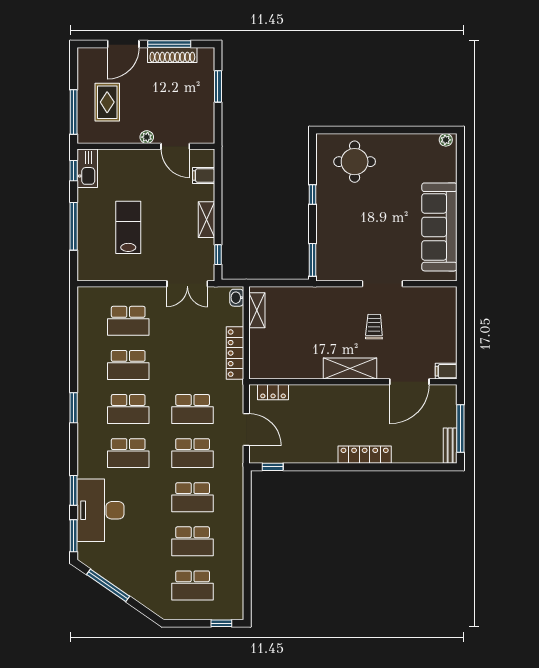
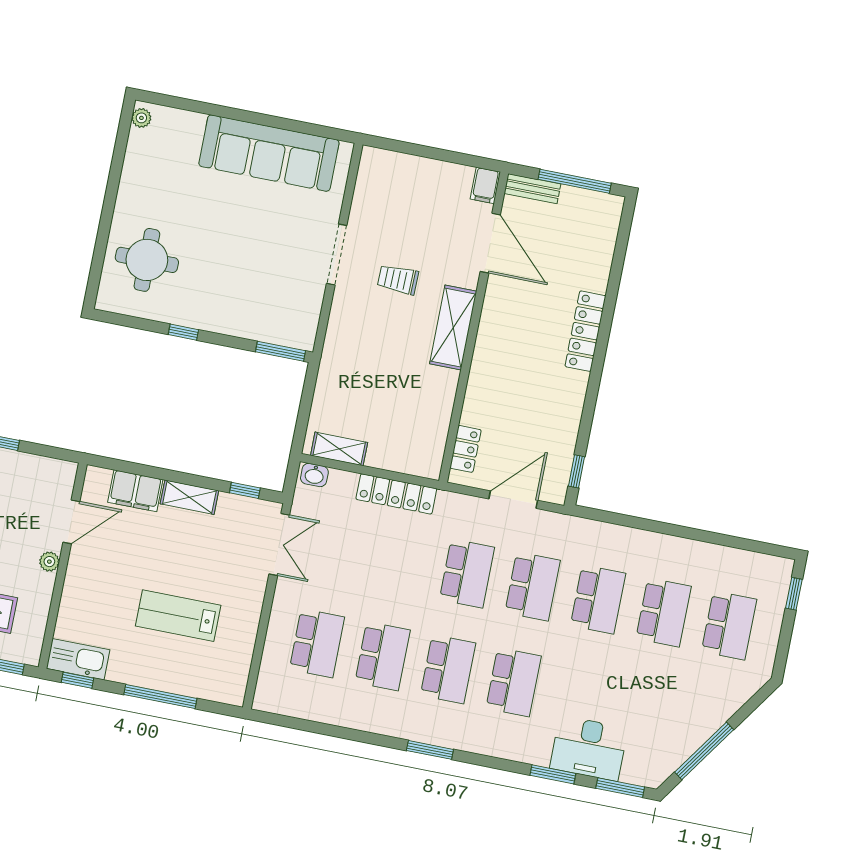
filing cabinet: (204, 175) -> (135, 491), width x2.00
bench: (450, 446) -> (532, 189), moved
desk: (100, 510) -> (589, 748), width x0.73, depth x0.77

